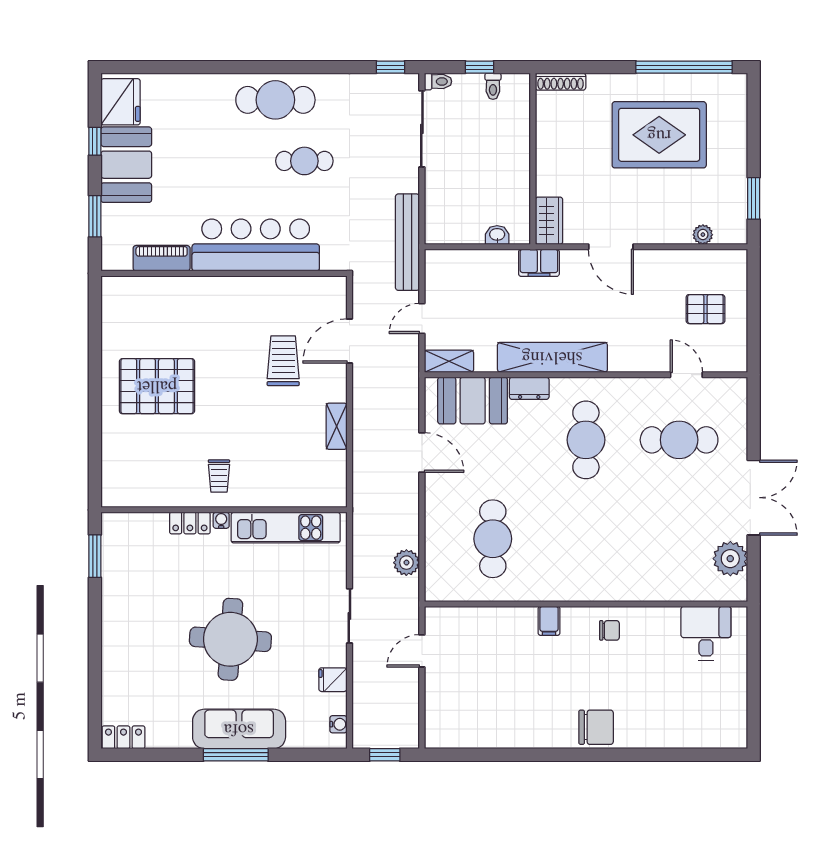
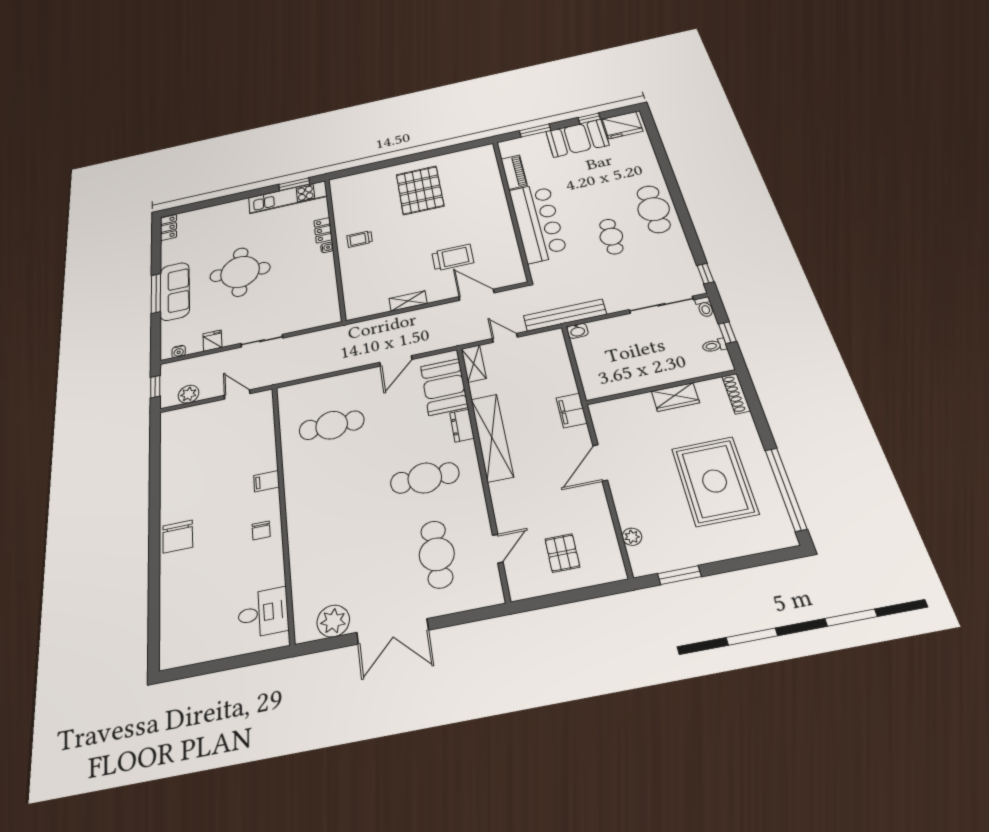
wardrobe: (549, 221) -> (675, 397), moved
washbasin: (497, 235) -> (577, 331), moved, turned 90
kitchen unit: (286, 528) -> (288, 197), moved, turned -90
plant: (406, 563) -> (189, 394), moved

